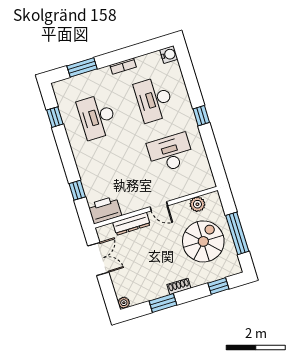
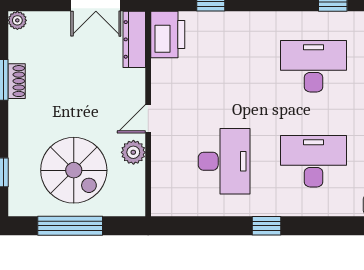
plant: (197, 204) -> (133, 152), moved
dresser: (131, 224) -> (134, 39), moved
shoe rack: (179, 286) -> (17, 81), moved

